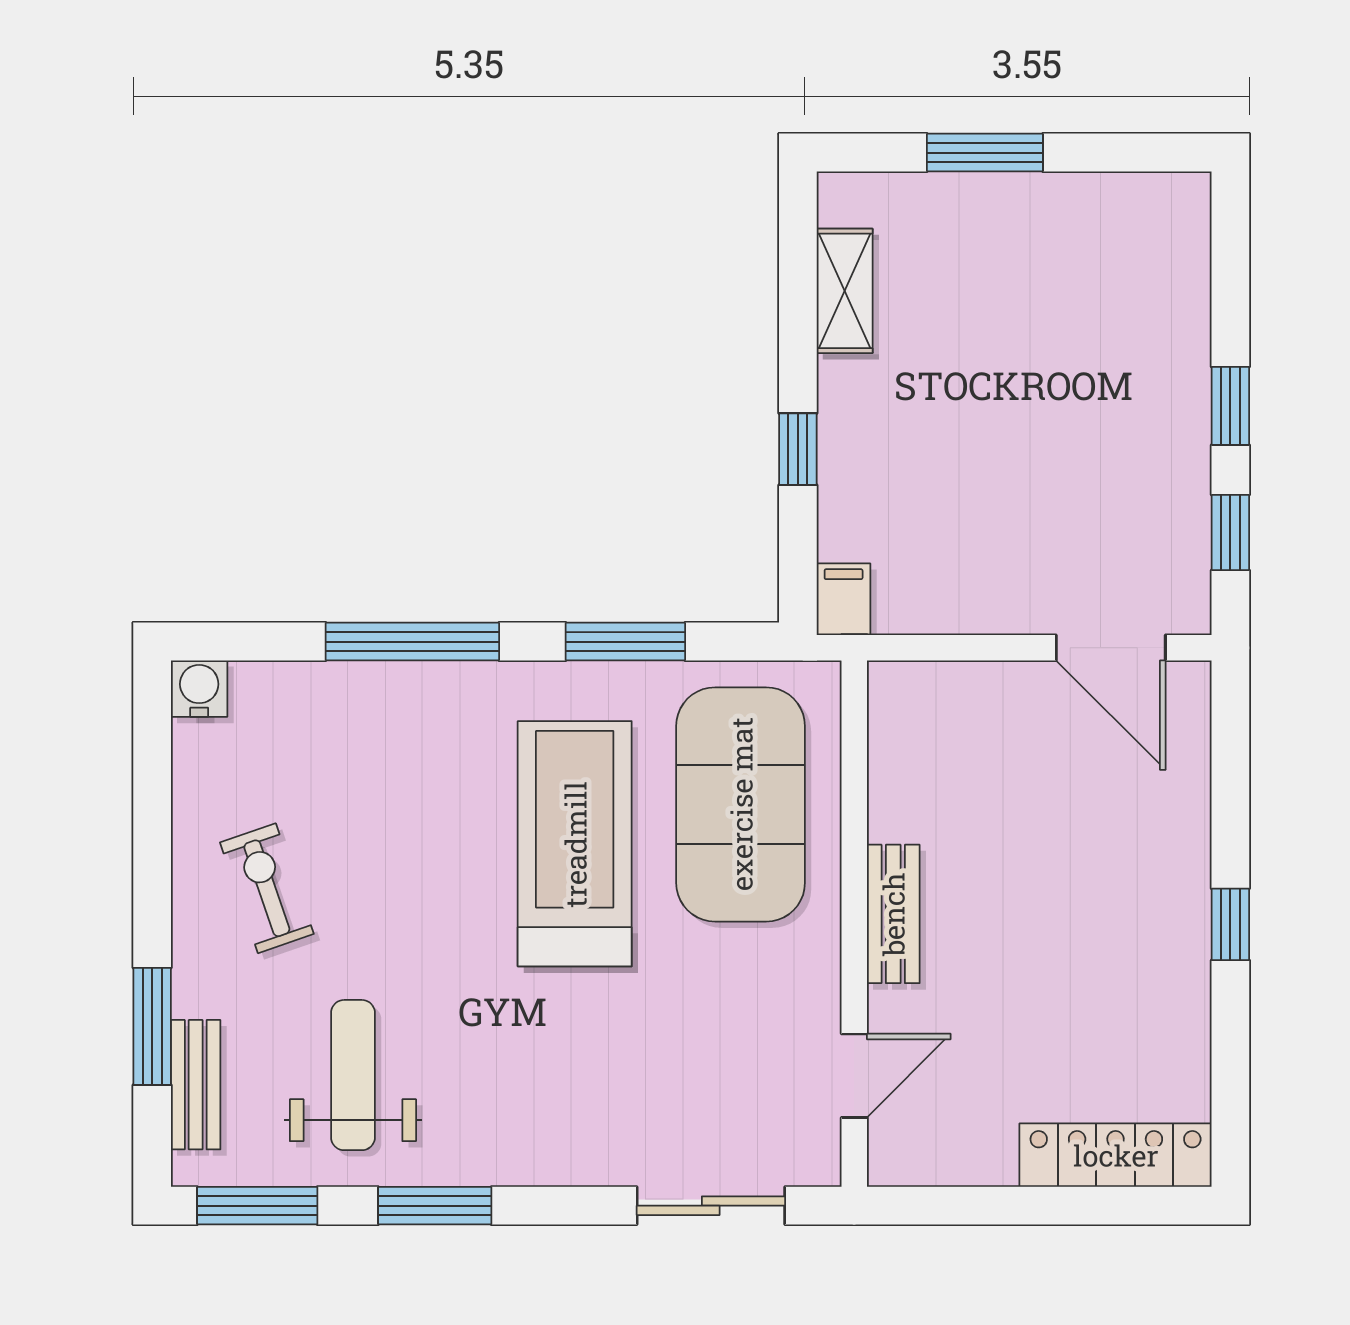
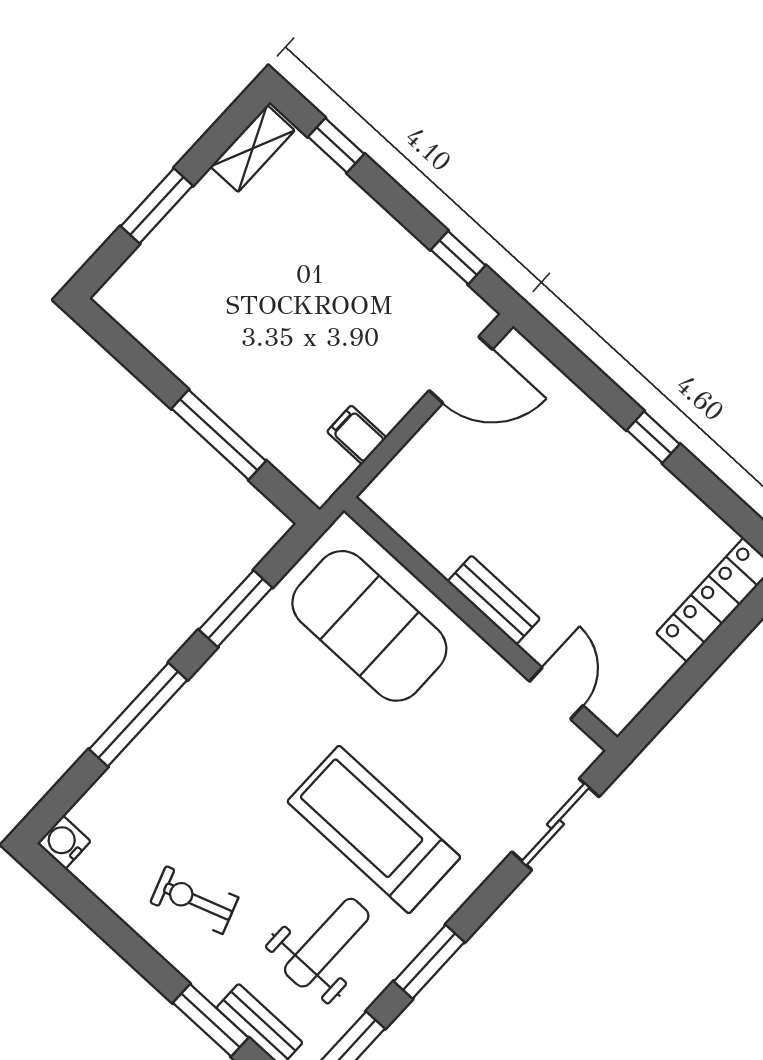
shelving: (845, 291) -> (253, 148), moved, turned 90
window: (1230, 406) -> (336, 145), moved
window: (798, 449) -> (219, 435), width x2.17
filing cabinet: (844, 599) -> (357, 435), moved
treadmill: (575, 844) -> (374, 829), moved
weight bench: (353, 1075) -> (327, 943), turned 90

